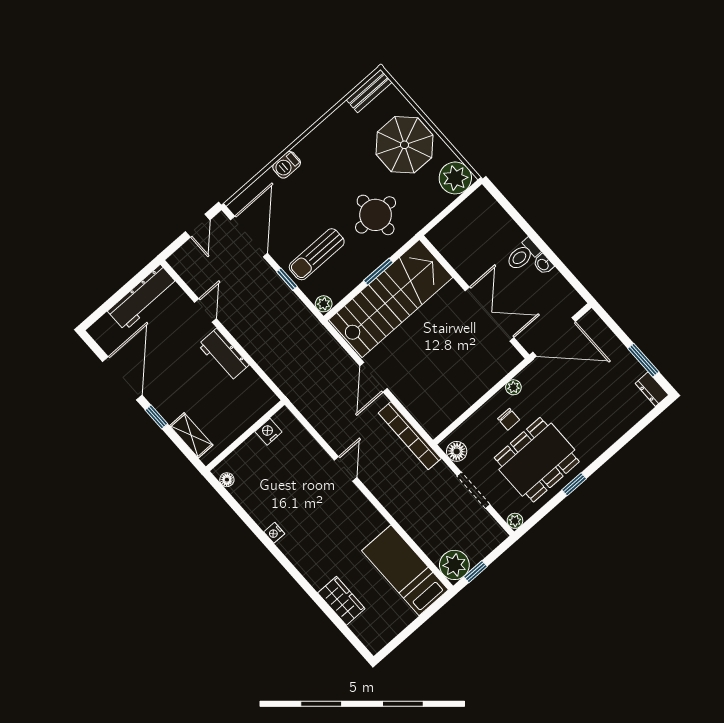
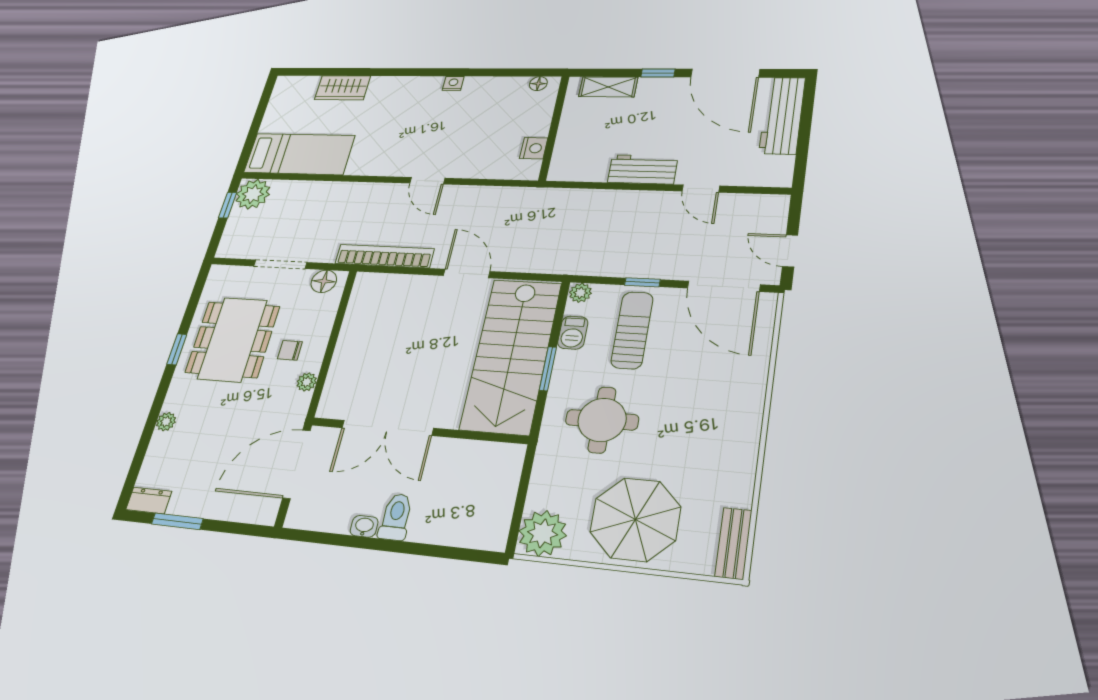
barbecue: (287, 165) -> (573, 333), moved, turned 180
workbench: (143, 298) -> (782, 115), moved
plant: (515, 521) -> (166, 422), moved

